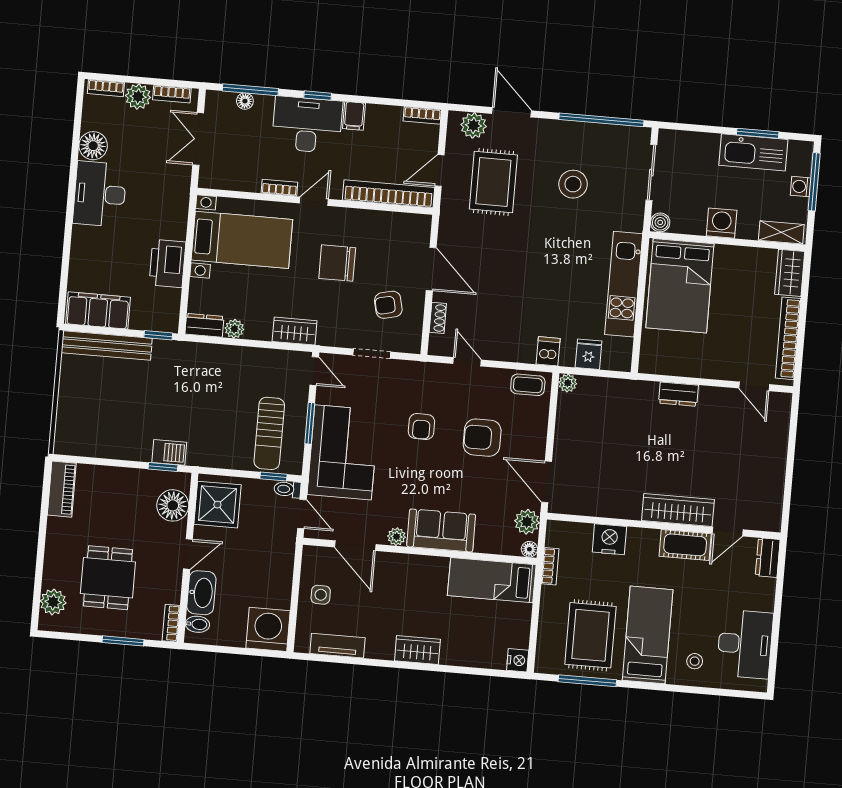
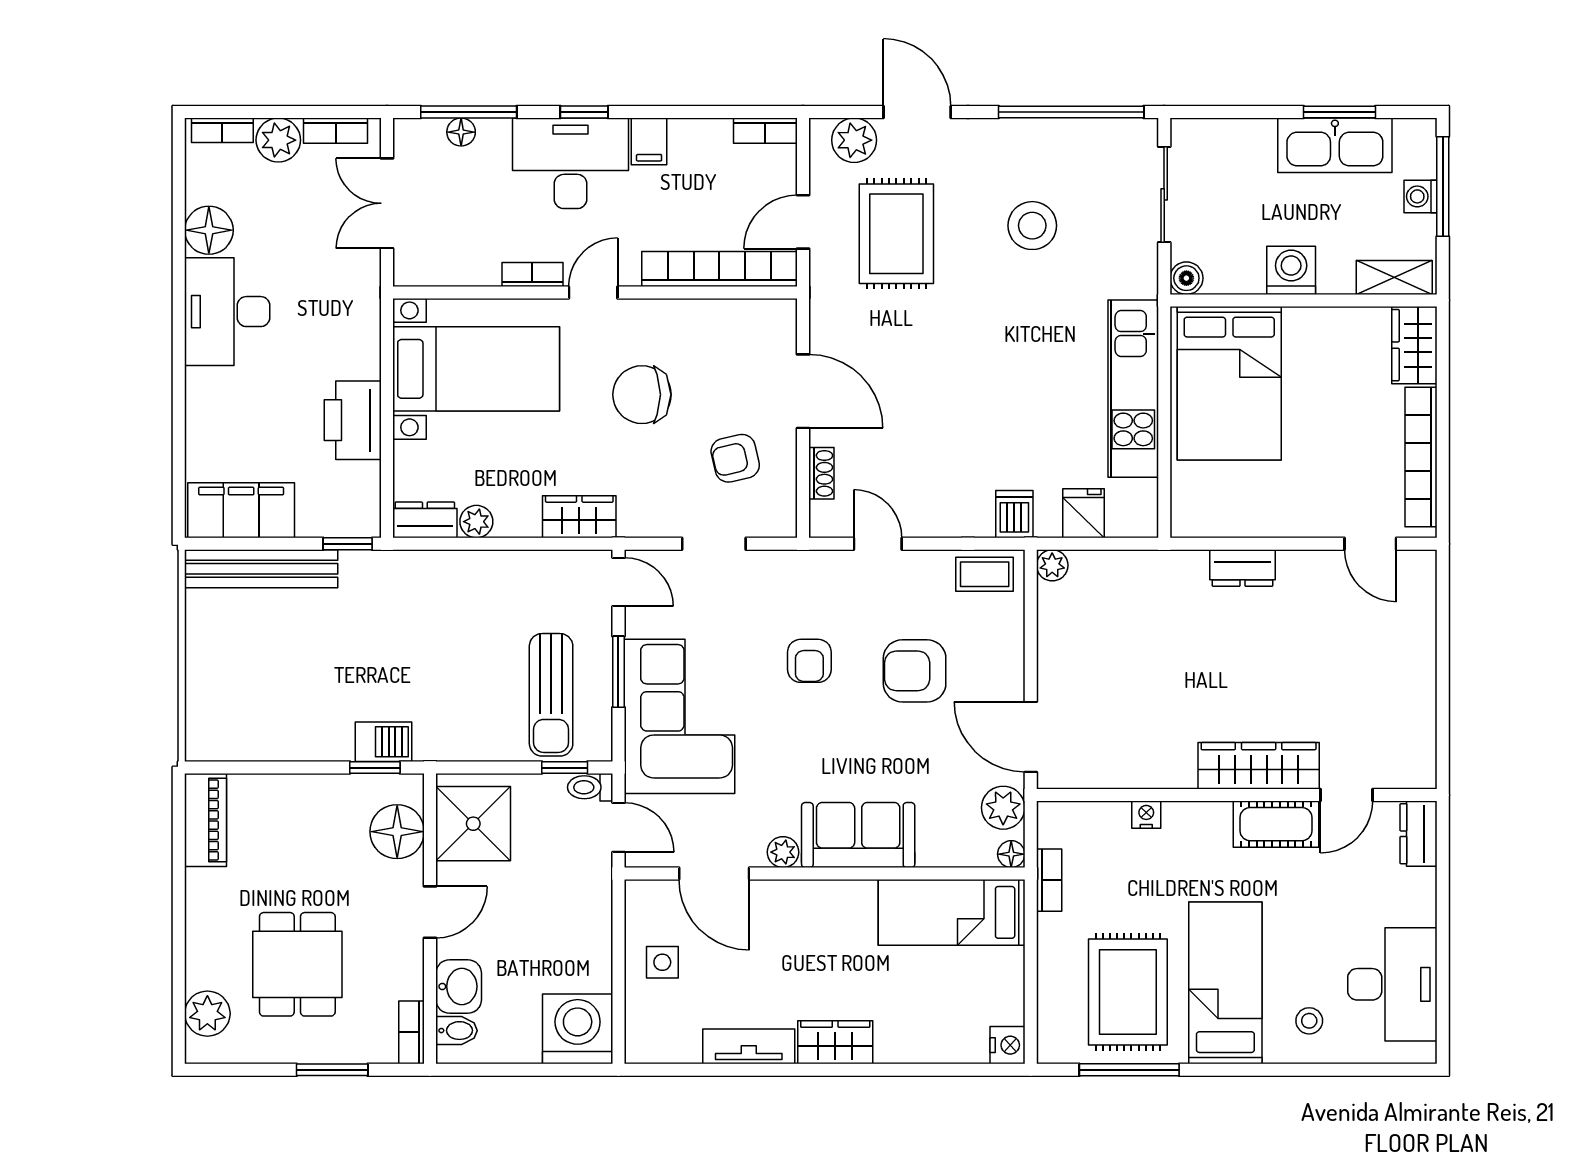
nightstand: (609, 539) -> (1146, 815), width x0.53, depth x0.56
washbasin: (201, 593) -> (459, 986), width x0.72
tv unit: (338, 646) -> (749, 1046), moved

